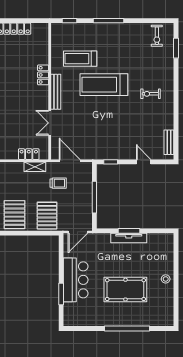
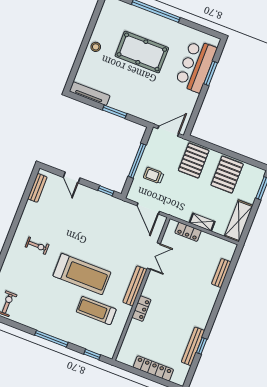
treadmill: (80, 59) -> (96, 311), turned 180
shelving: (35, 167) -> (202, 222), moved
trolley: (58, 183) -> (154, 175), moved
tv unit: (129, 238) -> (90, 94), moved
bar counter: (76, 280) -> (196, 66), moved

